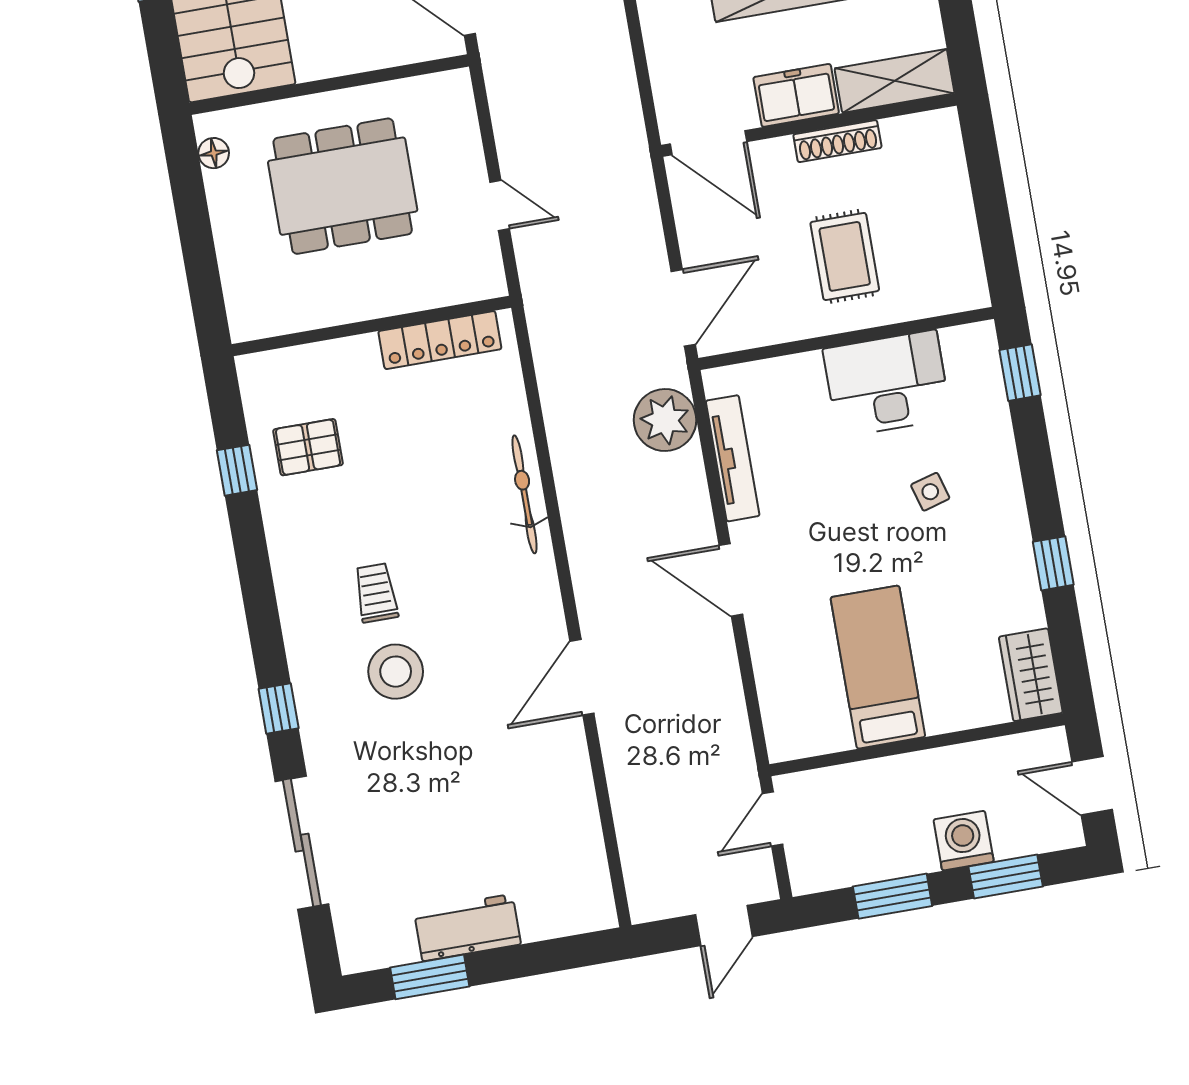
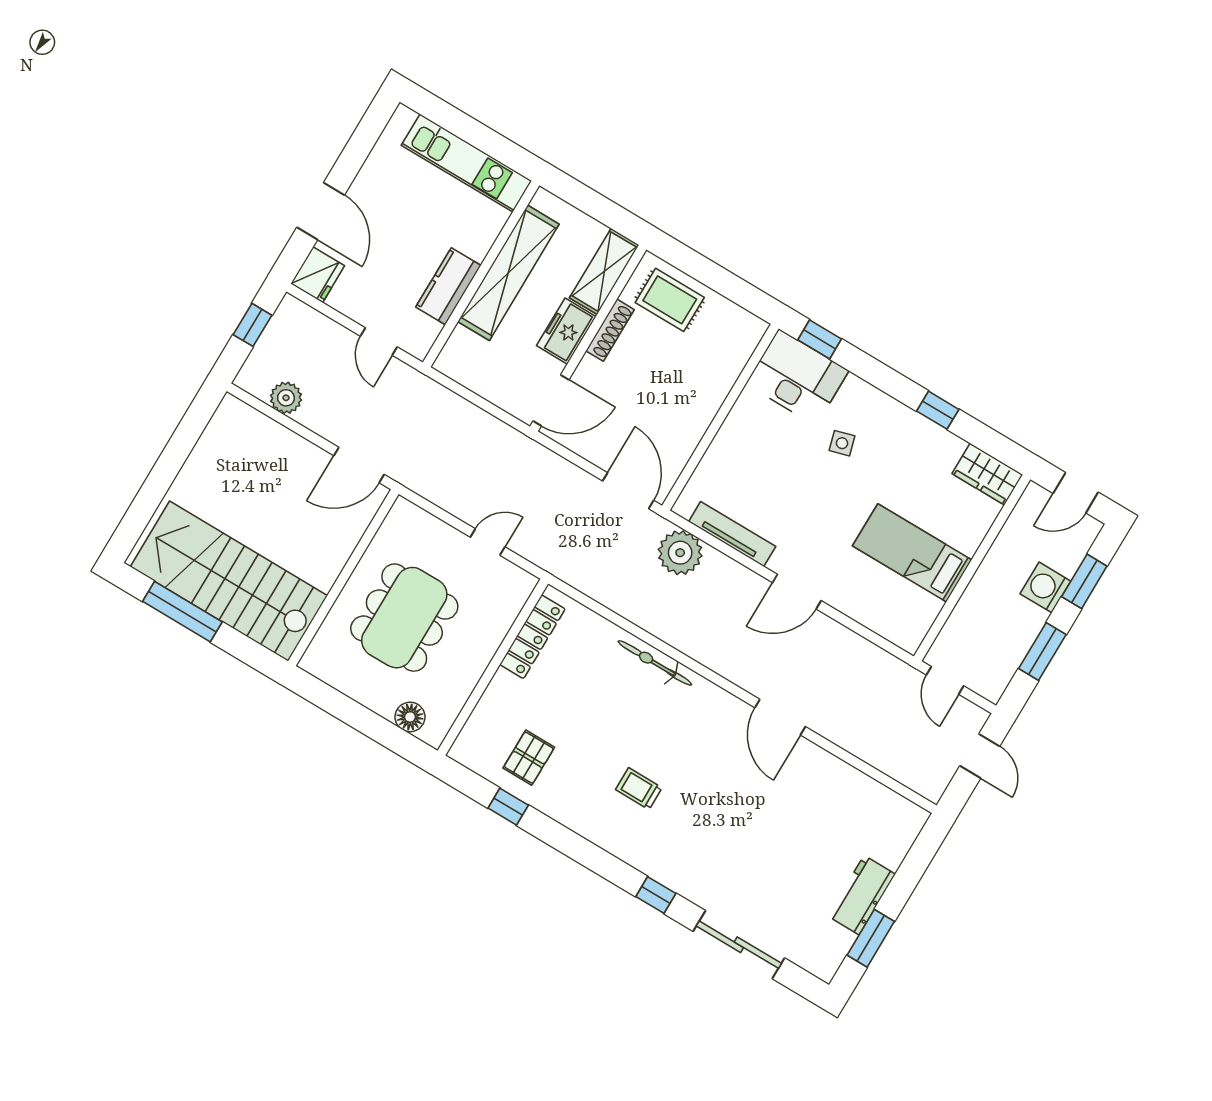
floor lamp: (214, 153) -> (410, 717), moved, width x1.37, depth x1.37
rug: (845, 256) -> (670, 300), moved
desk: (887, 384) -> (797, 377), moved, turned 90
stool: (396, 672) -> (690, 815), removed

